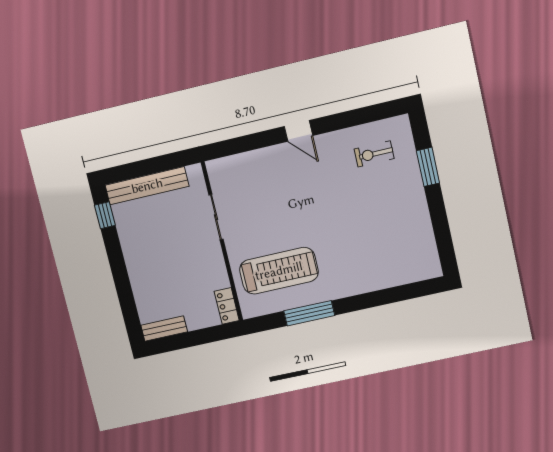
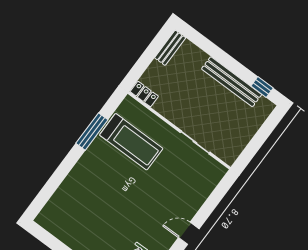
bench: (147, 186) -> (232, 82), moved, turned 90
treadmill: (279, 271) -> (131, 142), turned -90

